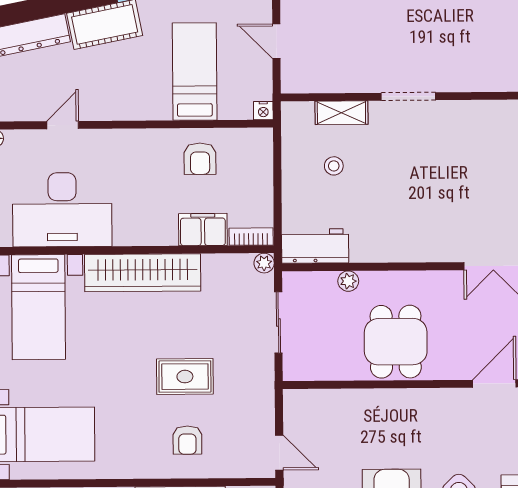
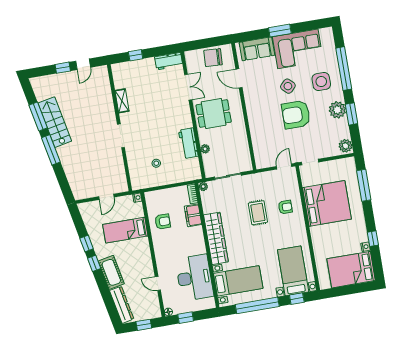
shelving: (341, 113) -> (122, 101), moved
workbench: (315, 246) -> (188, 143), moved
dining table: (396, 342) -> (214, 113), moved

